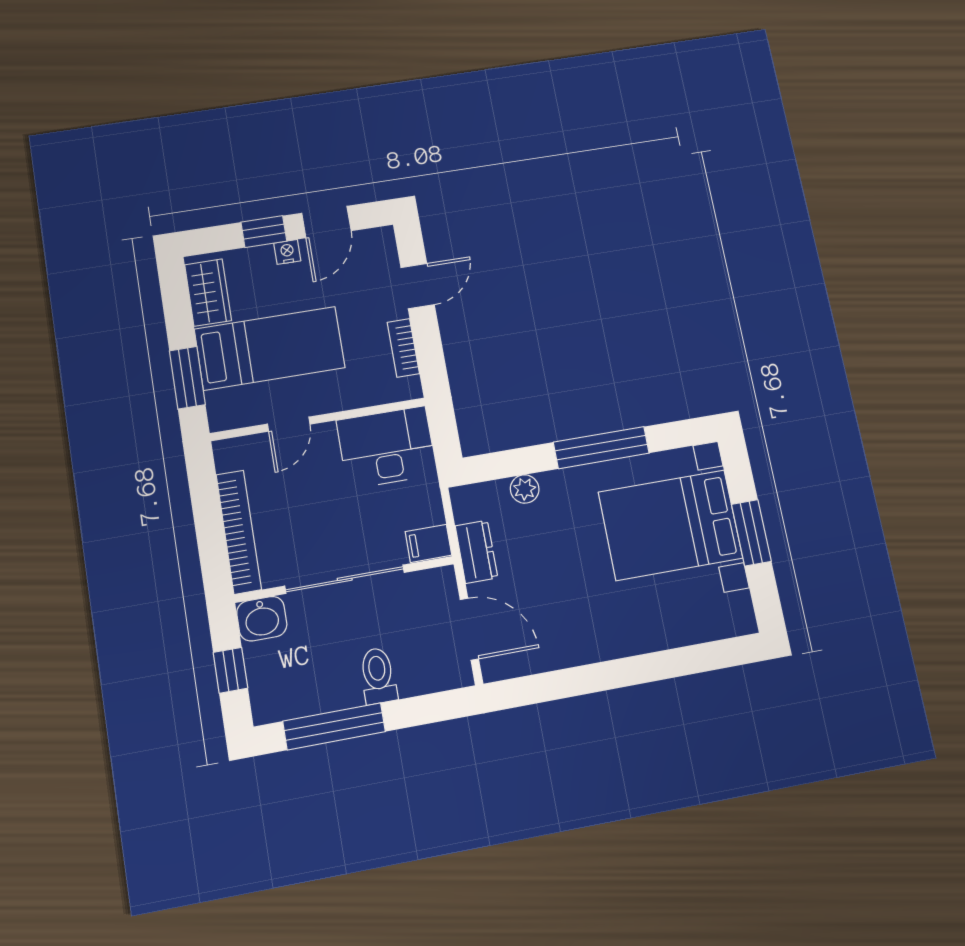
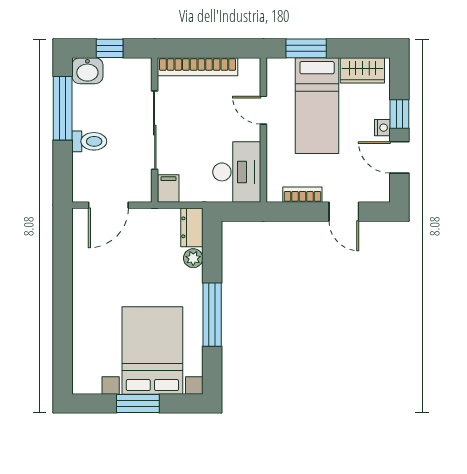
dresser: (476, 552) -> (192, 227), moved, turned 90
washbasin: (262, 619) -> (87, 71), moved, turned -90

